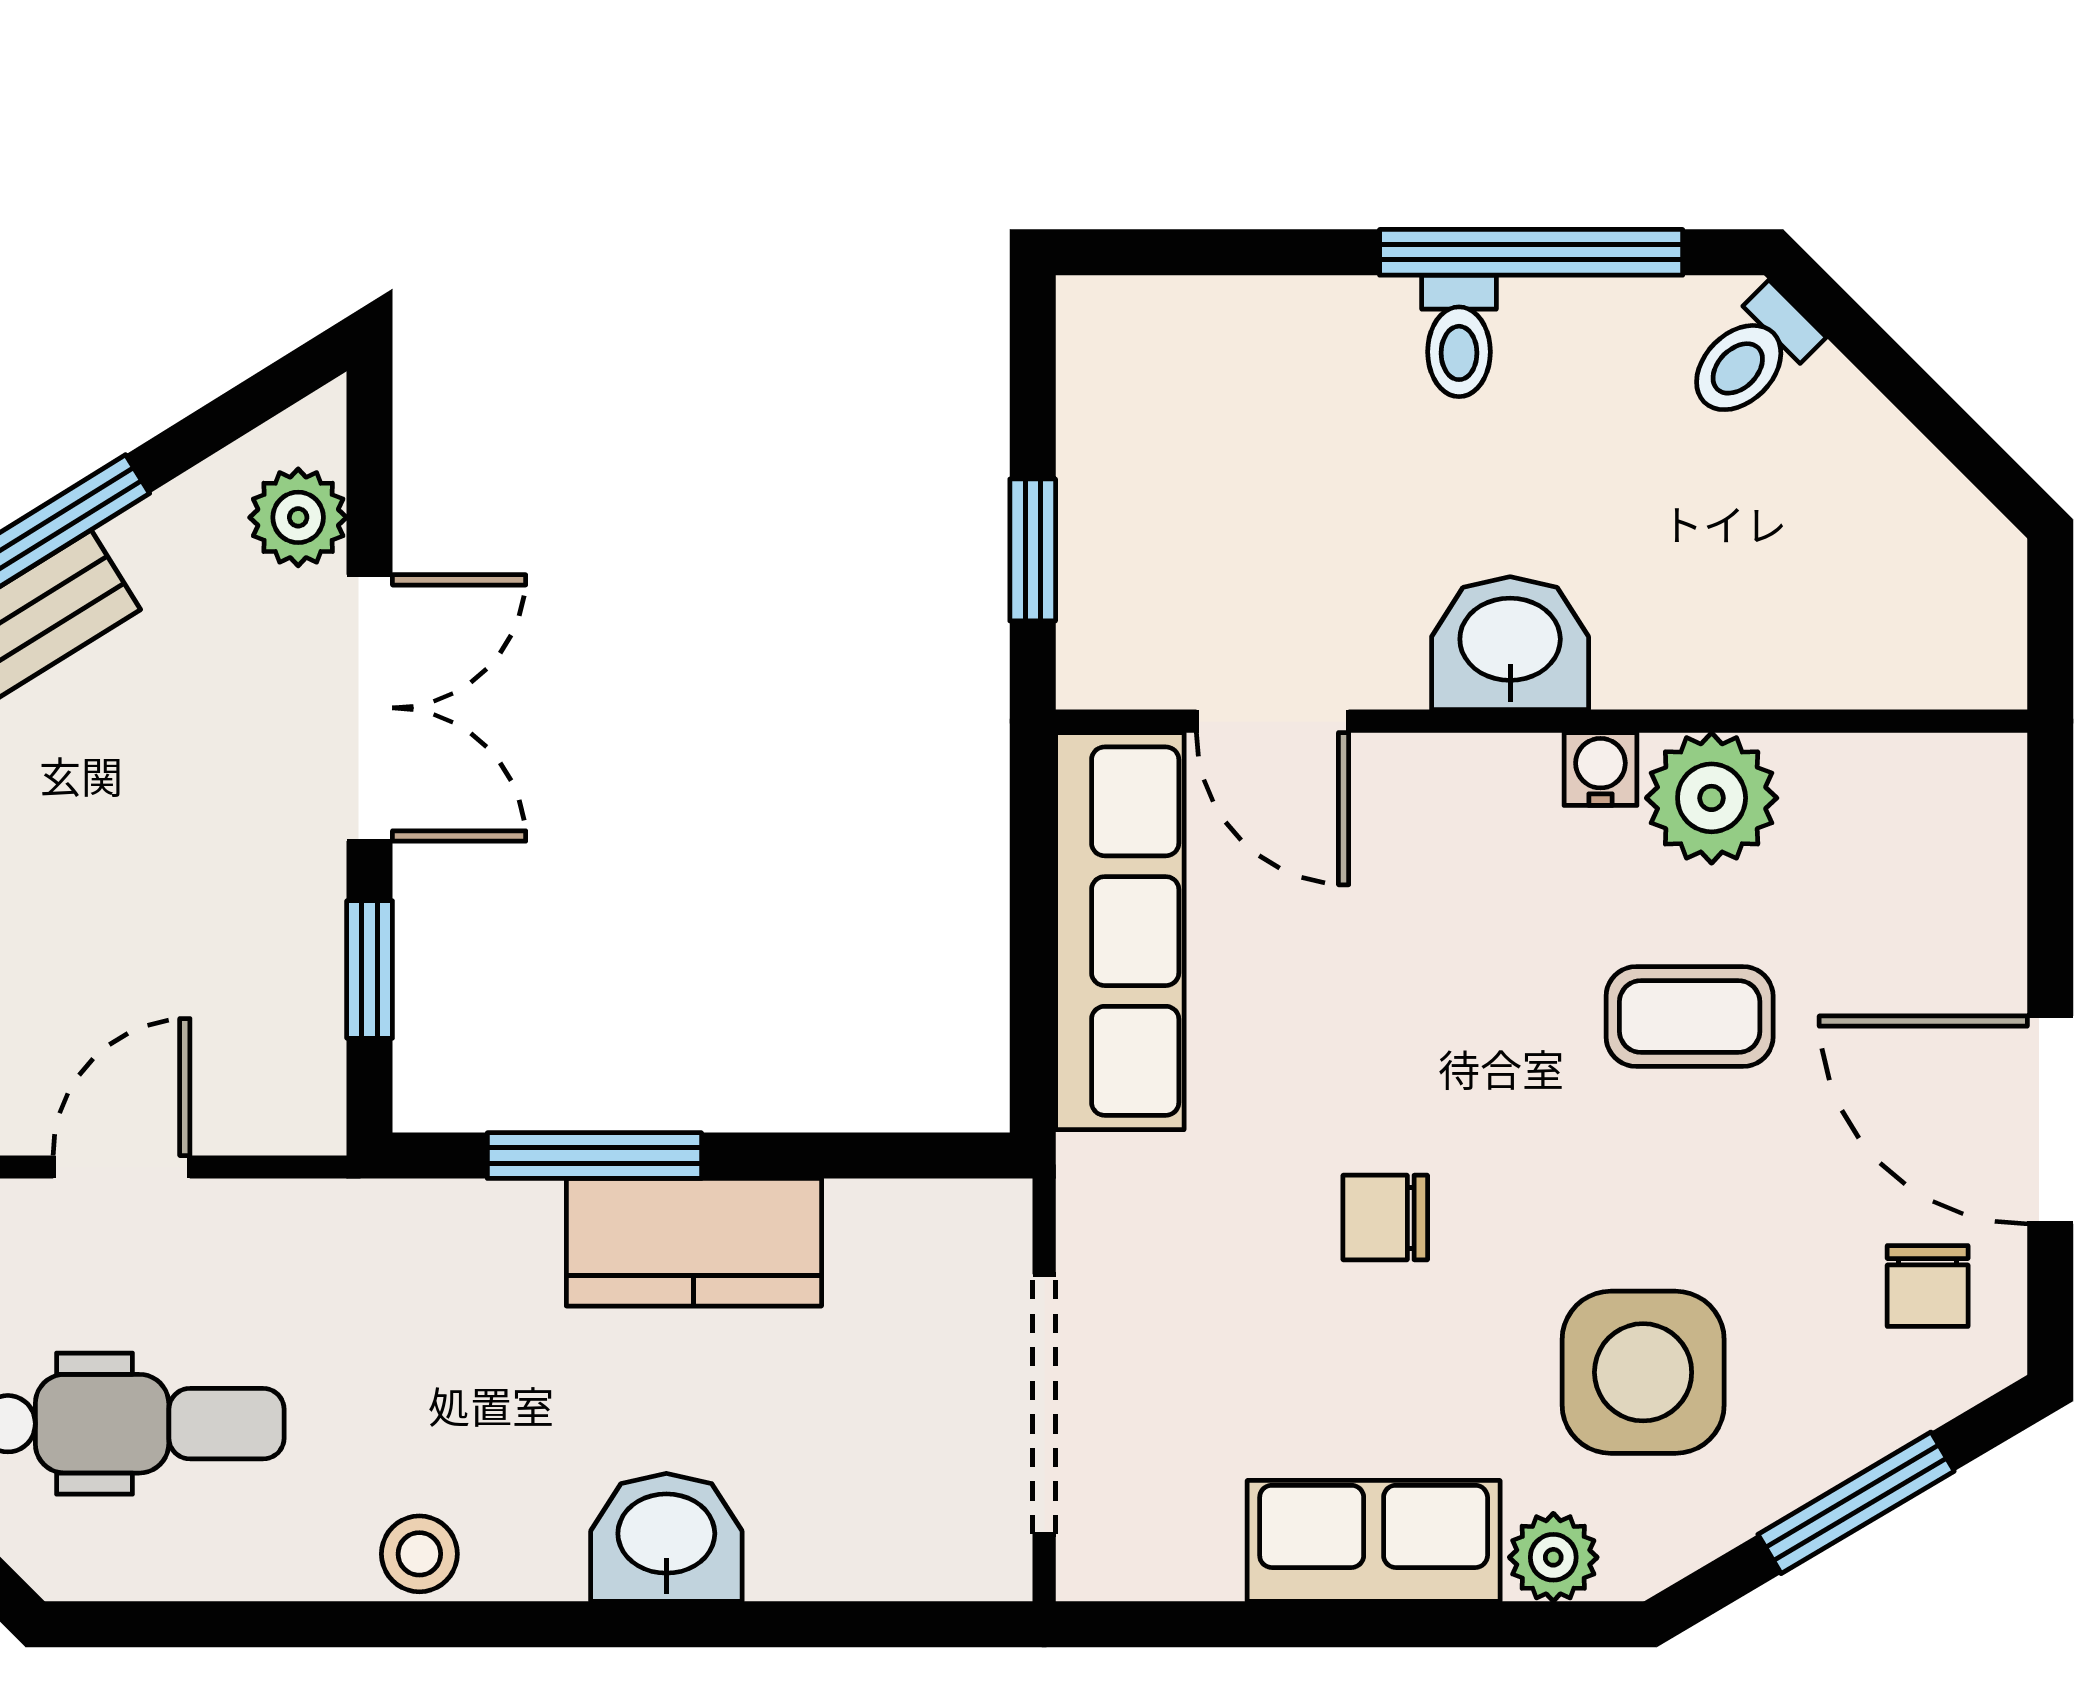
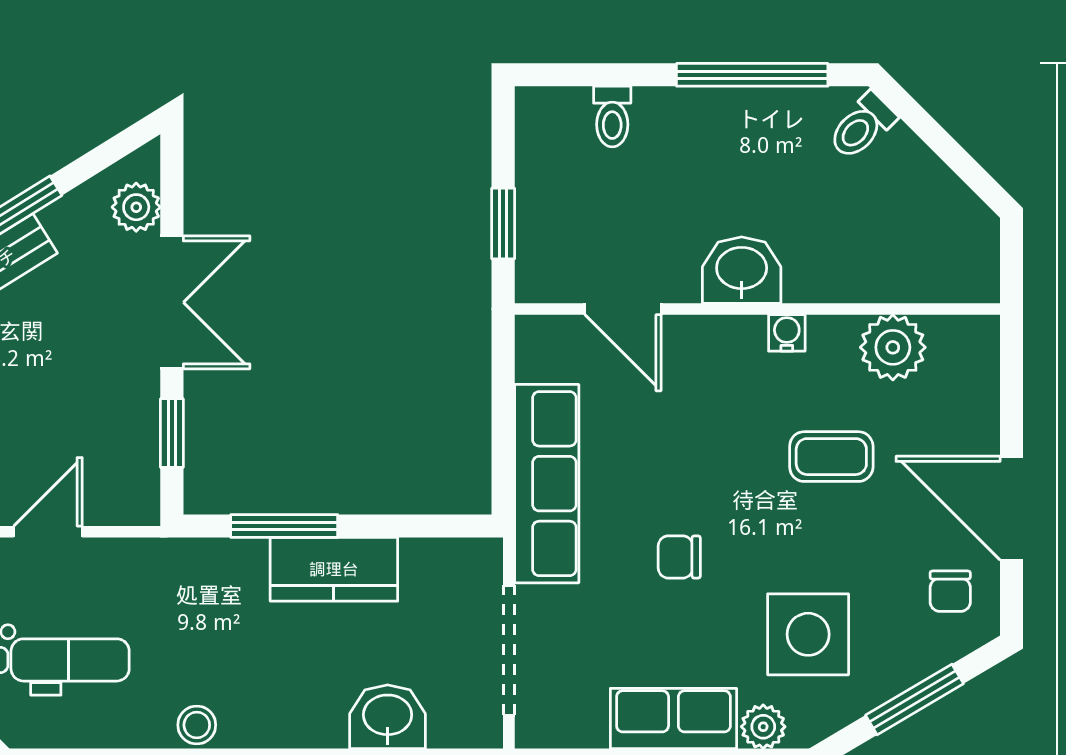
toilet: (1459, 336) -> (612, 117), moved
plant: (1712, 798) -> (893, 347), moved
row of seats: (1120, 931) -> (547, 484), moved
washbasin: (666, 1537) -> (388, 717), moved

